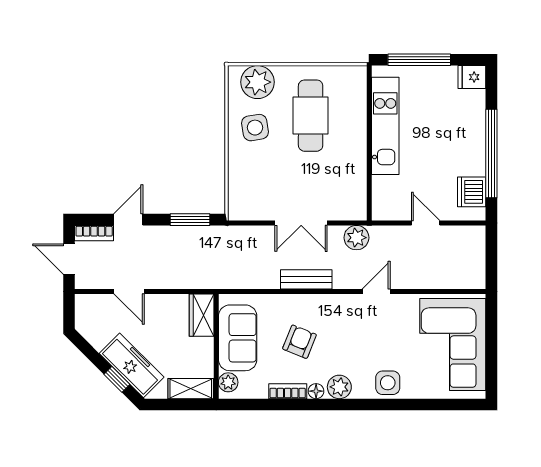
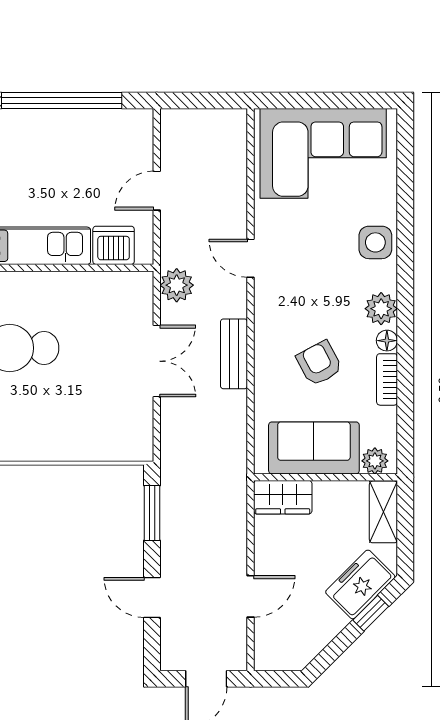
side table: (255, 128) -> (26, 424), removed
dishwasher: (472, 192) -> (114, 245), moved, turned 180
bookcase: (94, 233) -> (170, 644), removed
armchair: (299, 342) -> (319, 363), turned 40
freezer: (132, 365) -> (360, 584), width x0.71

